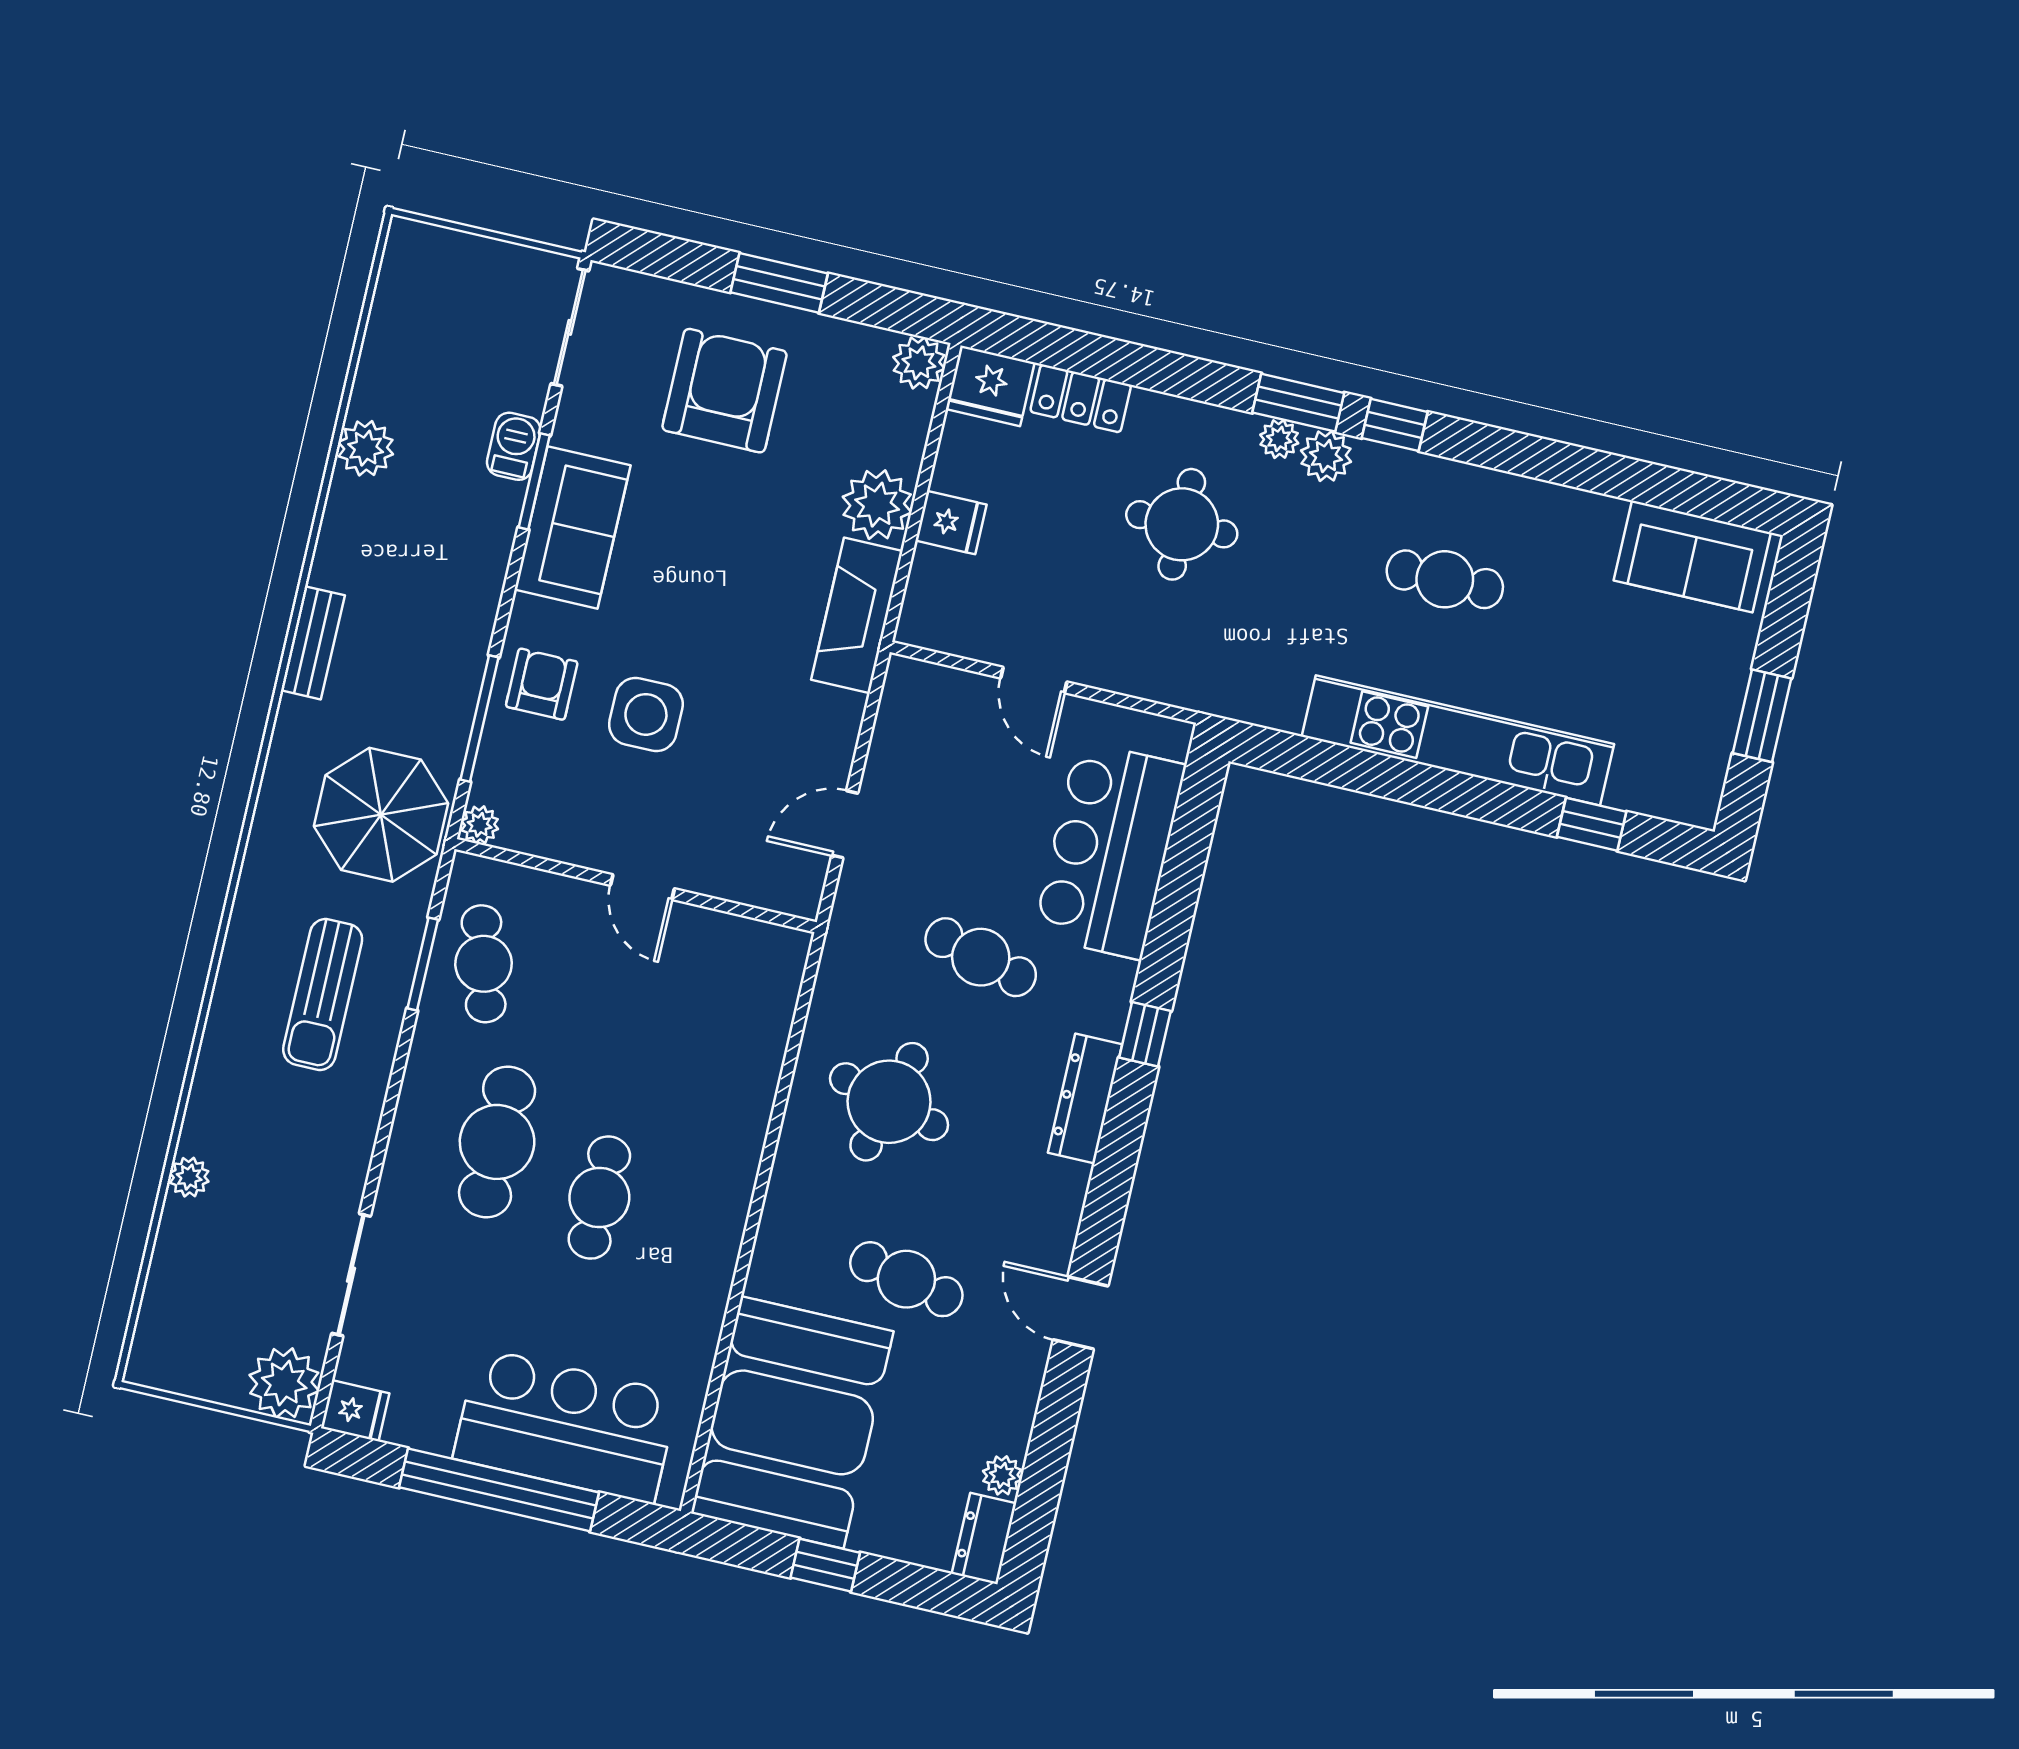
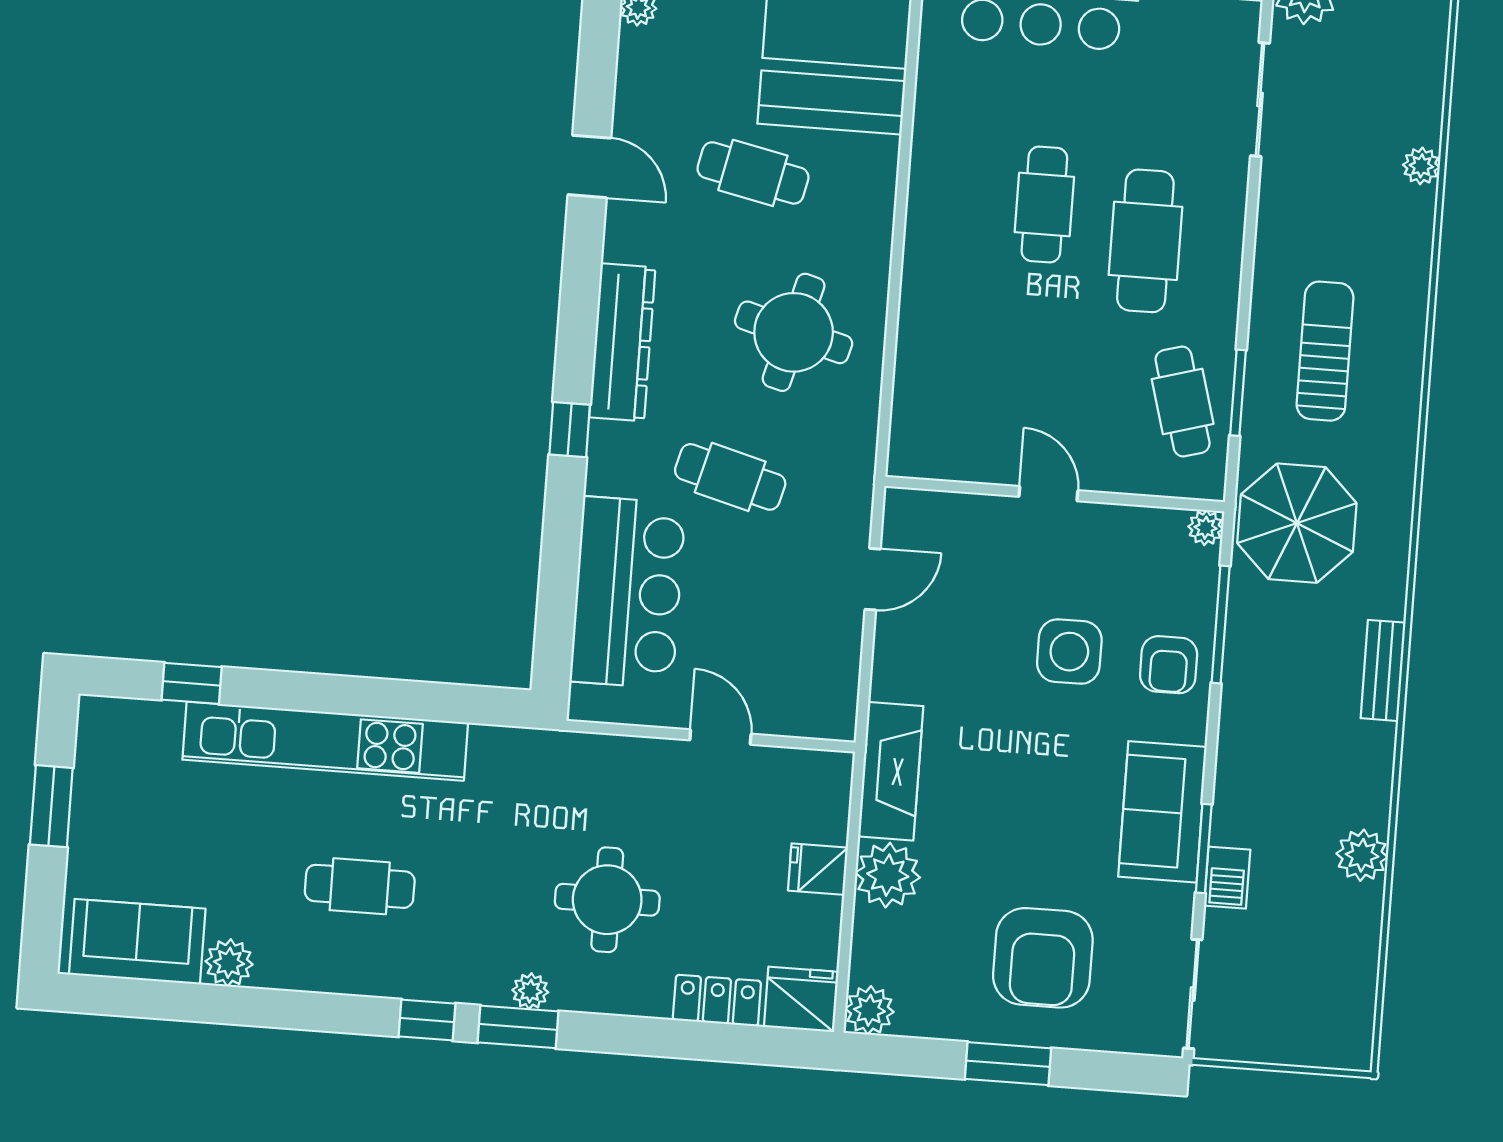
plant: (1326, 456) -> (229, 963), moved
dresser: (1085, 1099) -> (622, 342), width x1.37, depth x1.24

